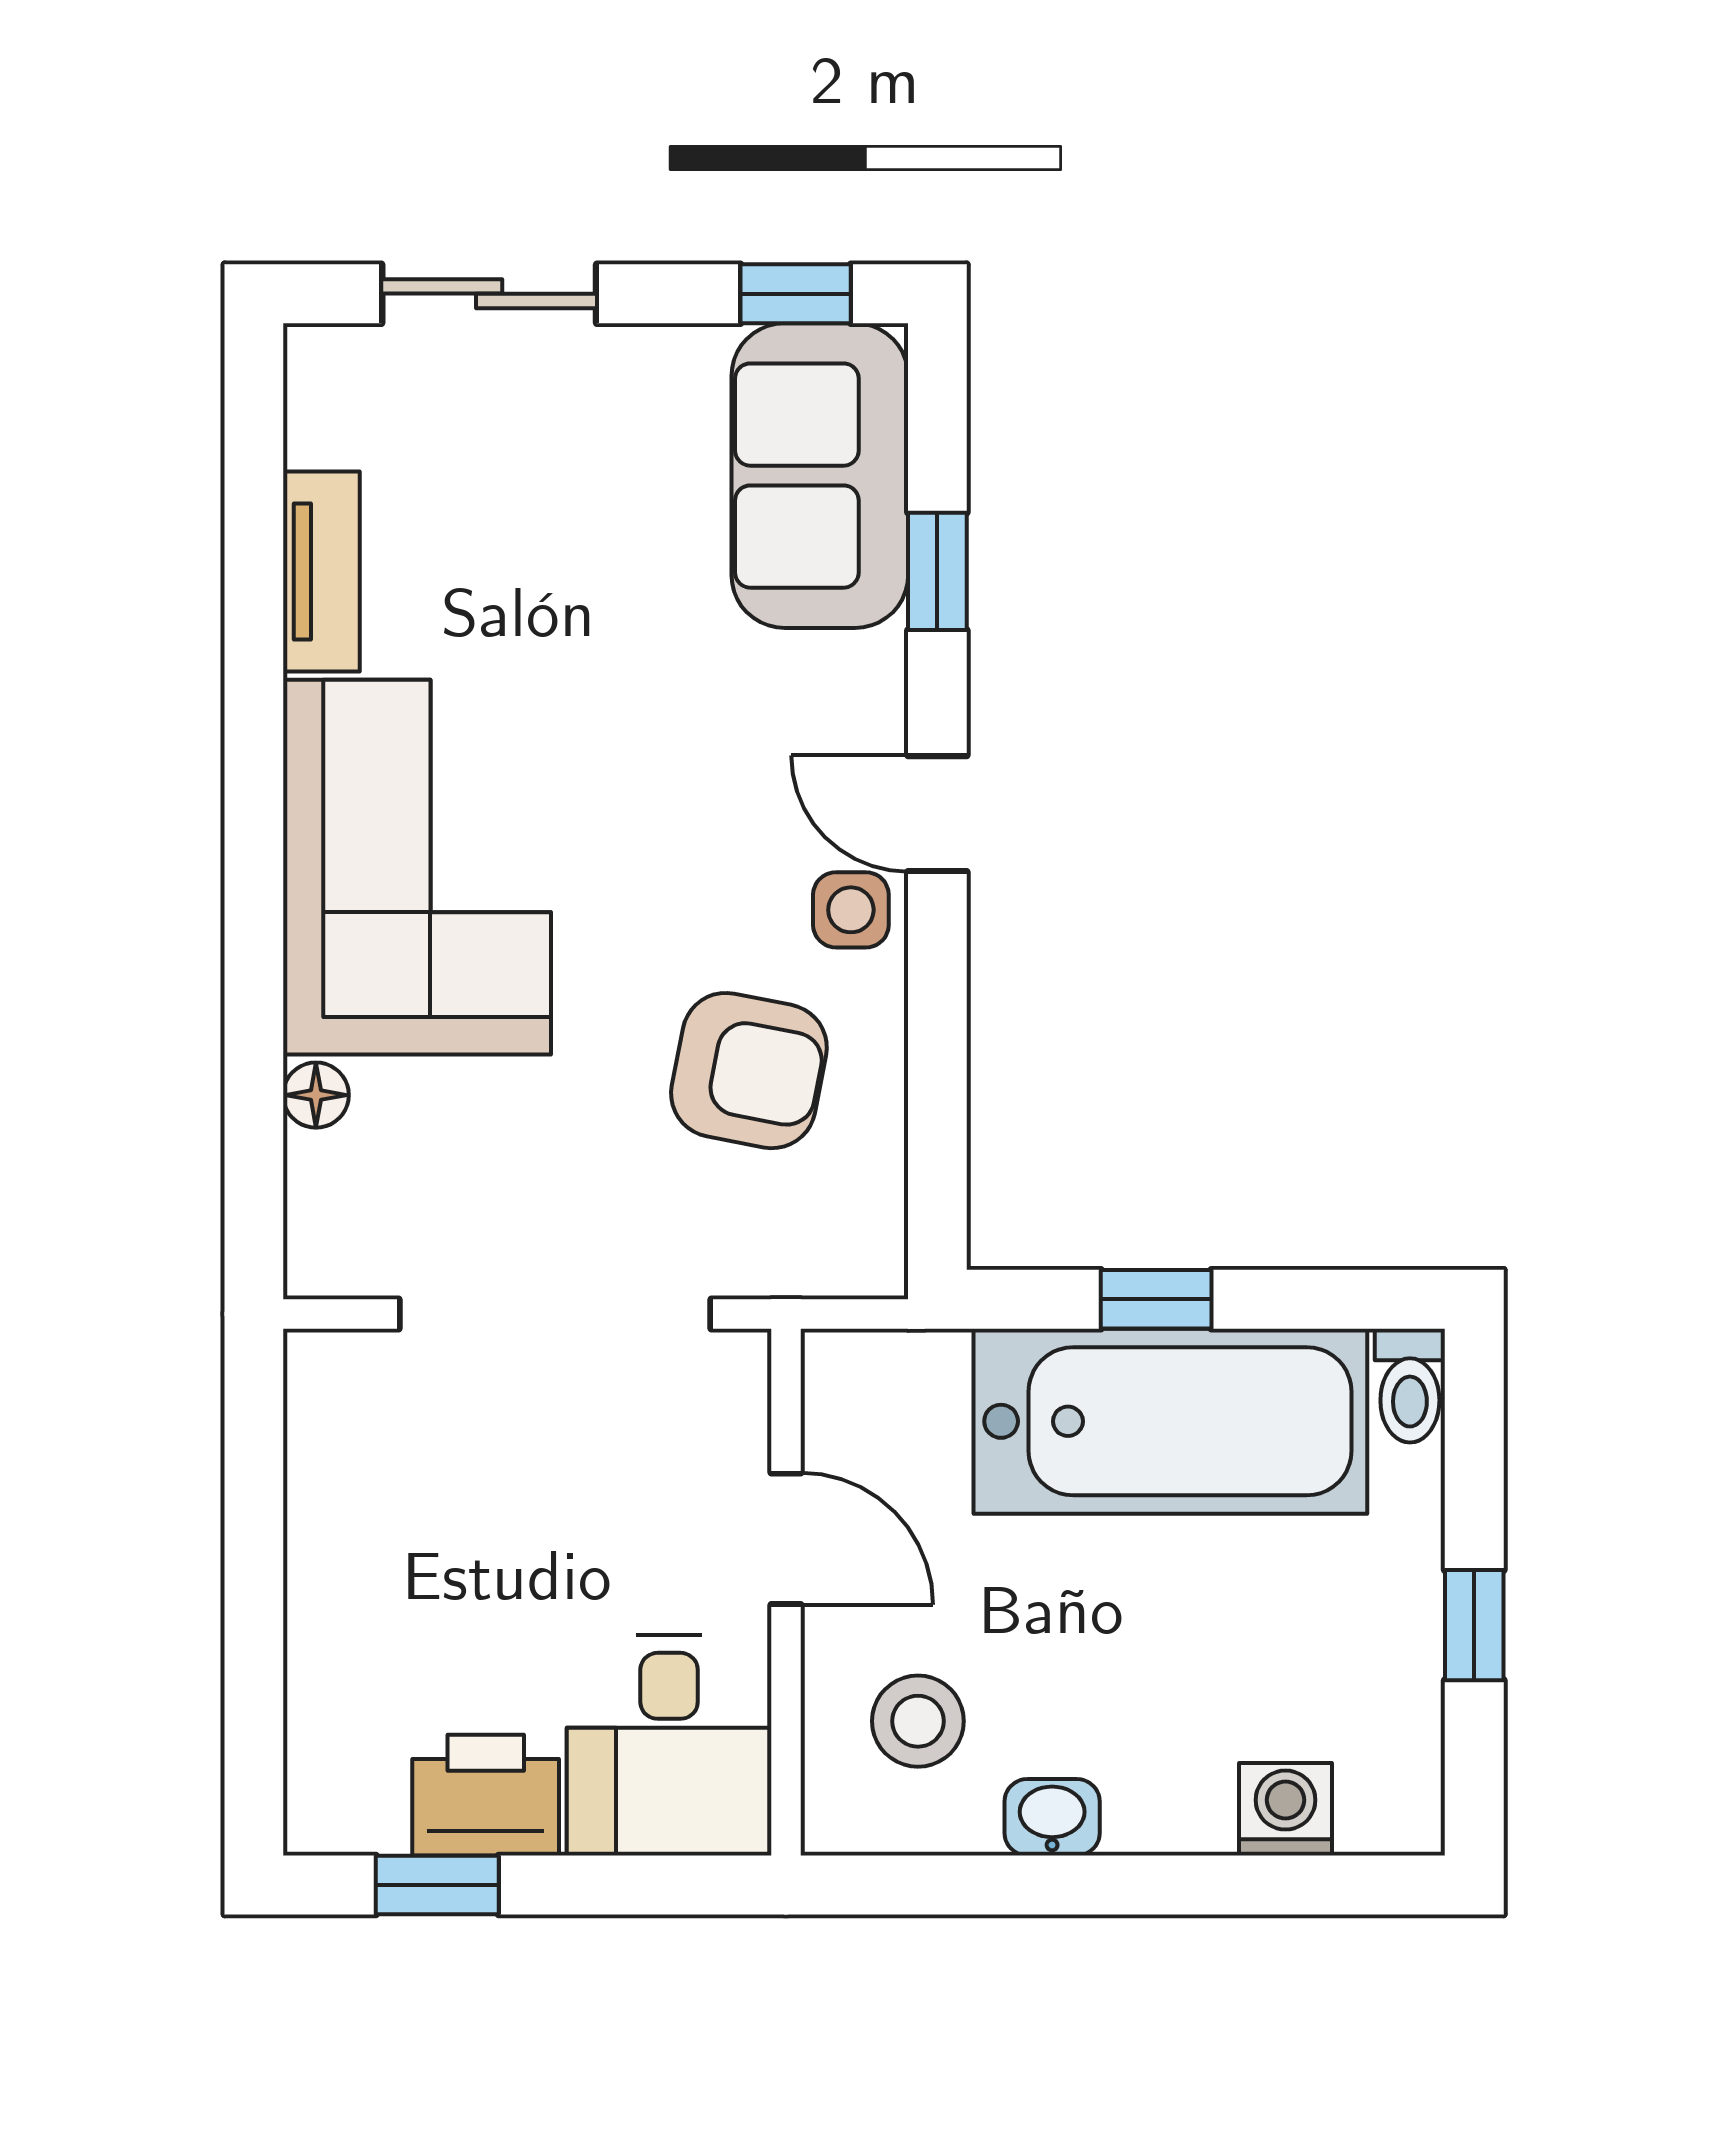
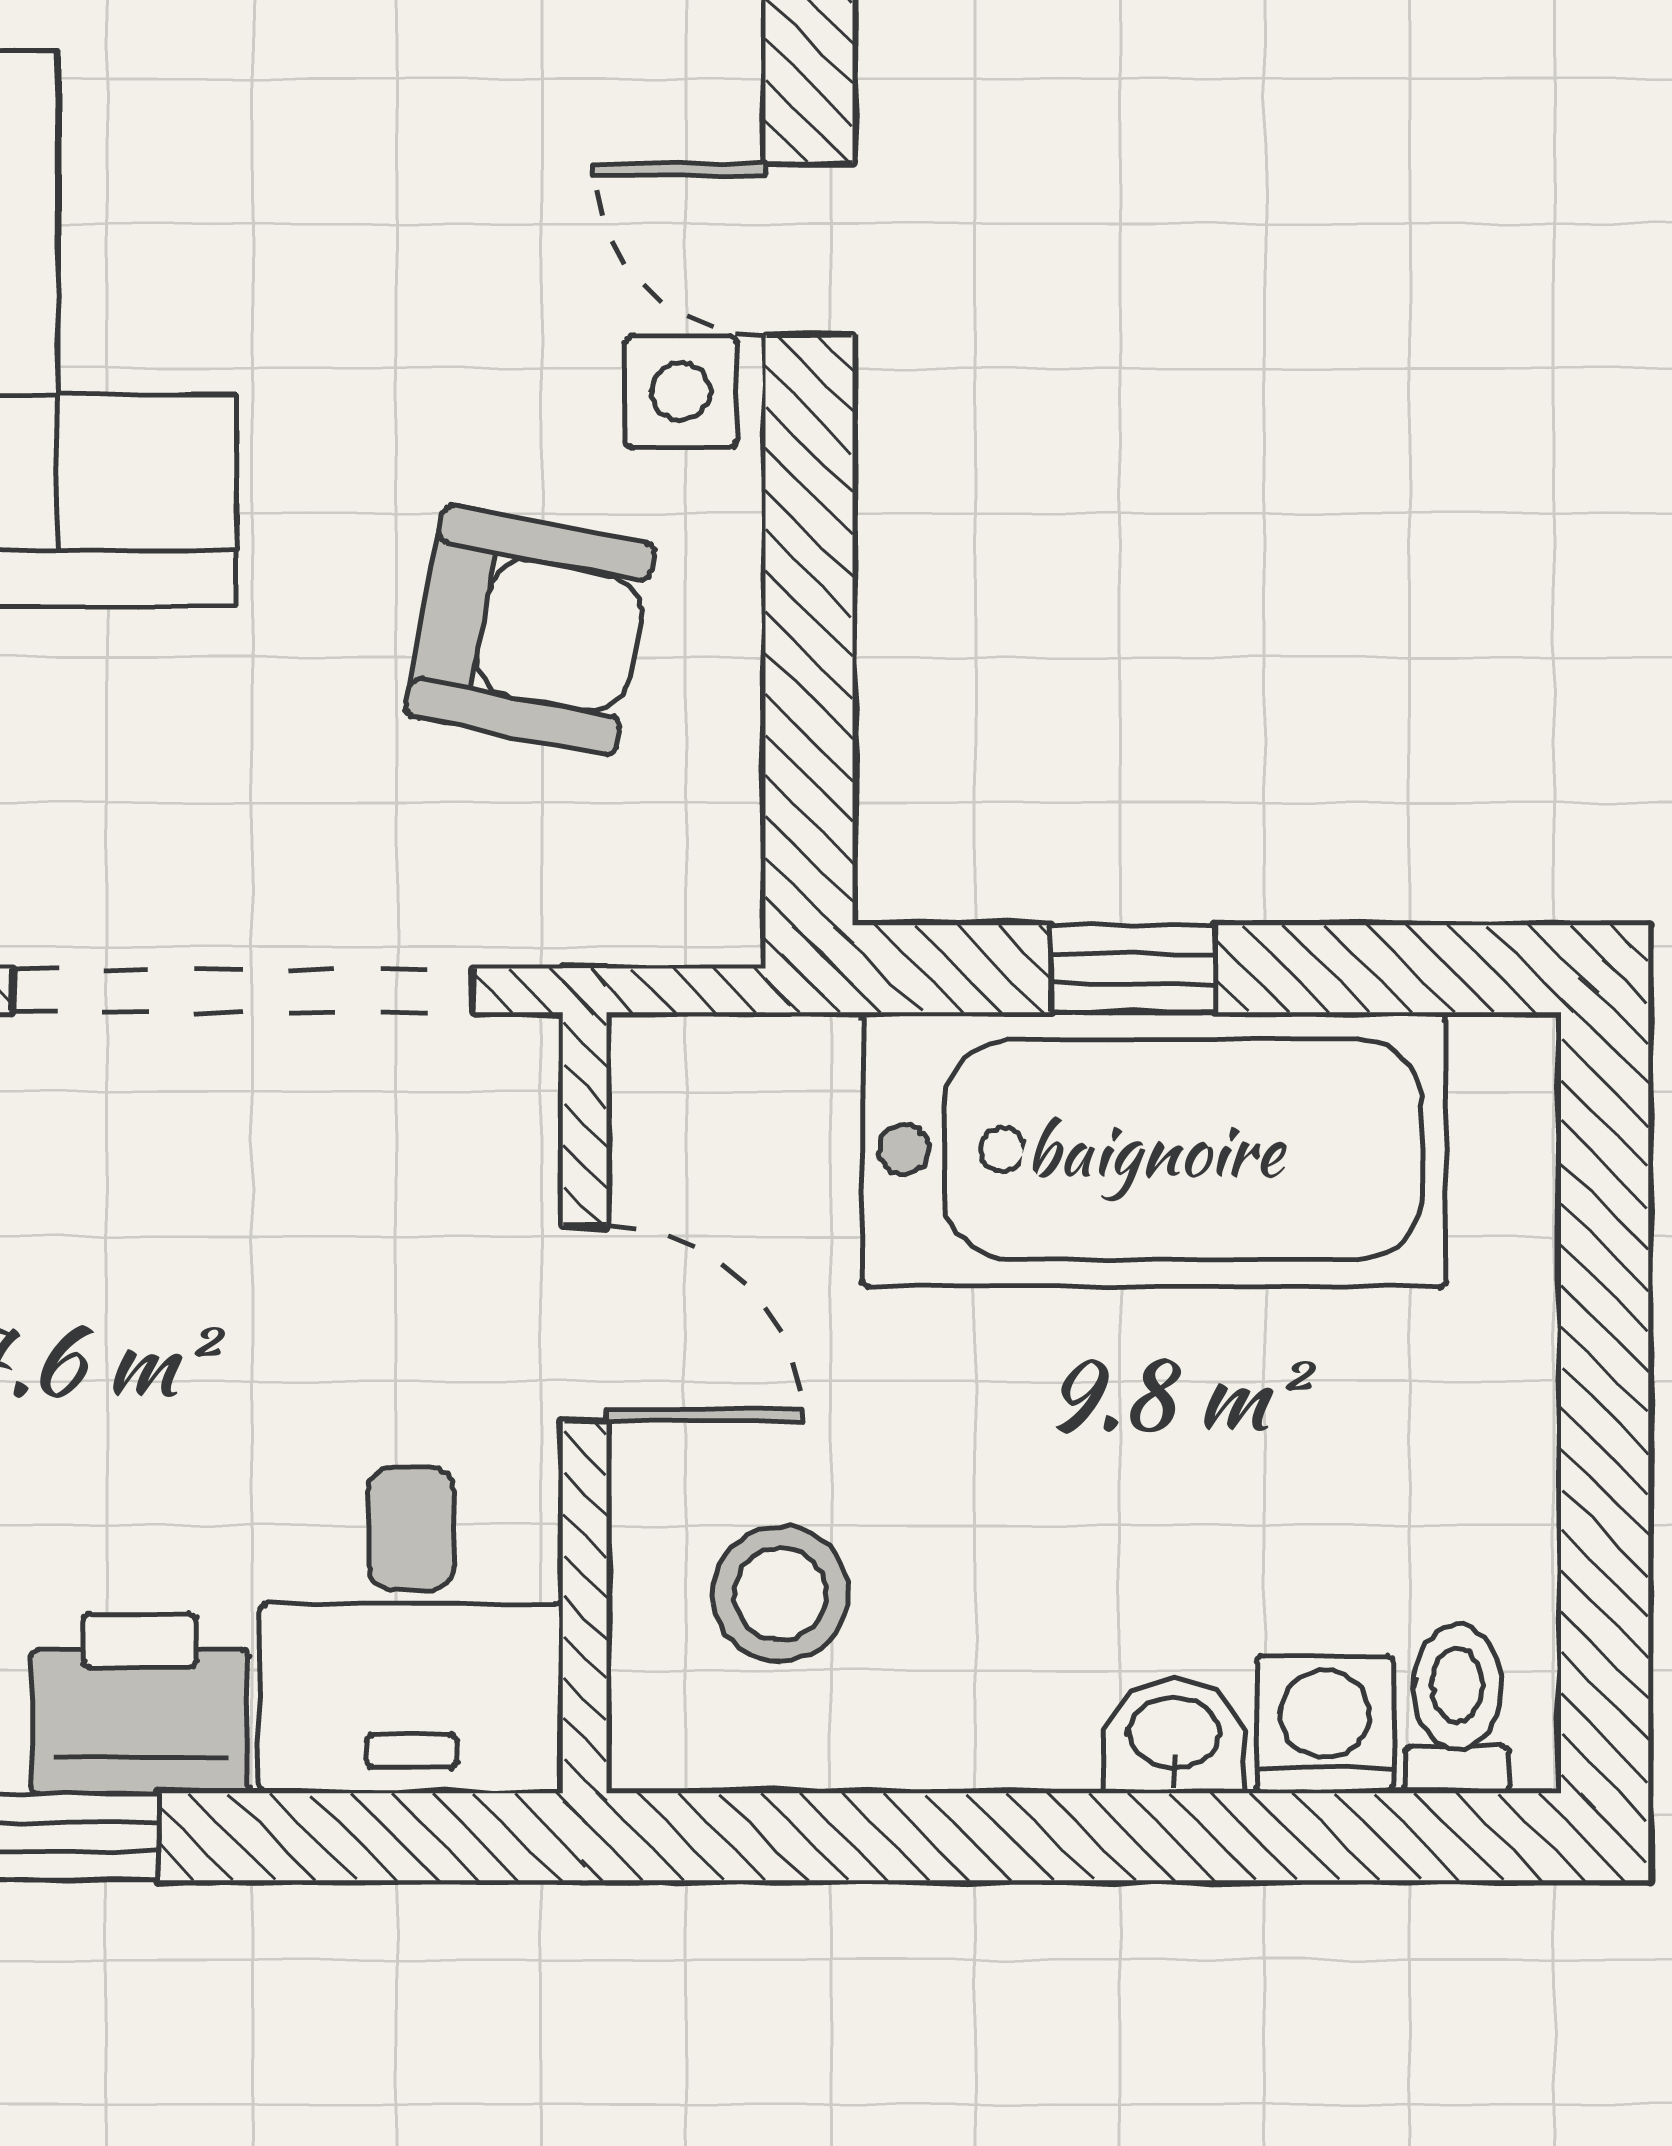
toilet: (1410, 1386) -> (1457, 1709), moved, turned 180
window: (1474, 1625) -> (1605, 1452), removed
washbasin: (1052, 1817) -> (1174, 1736), moved

